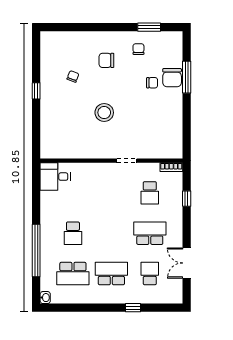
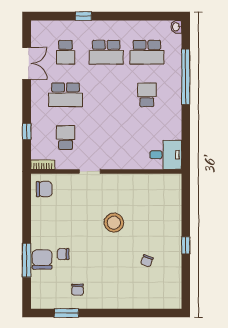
chair: (106, 60) -> (44, 189), moved
school desk: (73, 274) -> (147, 52), turned 180

